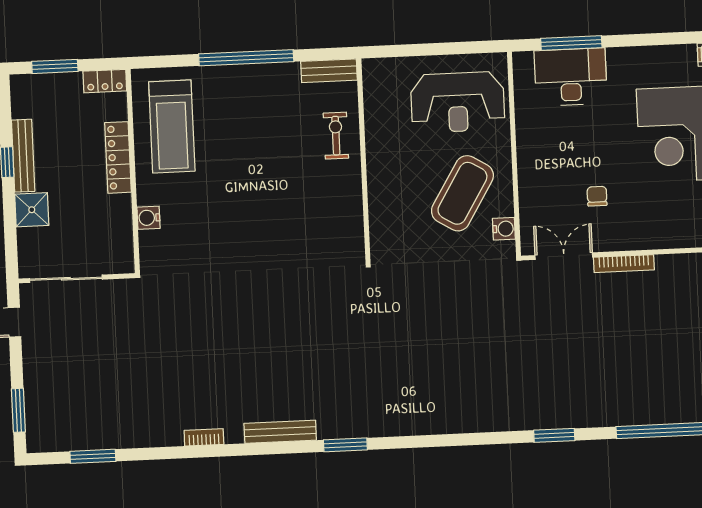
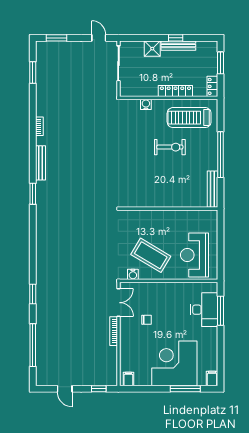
bench: (329, 71) -> (212, 189), width x1.36
exercise bike: (336, 136) -> (170, 147), moved, width x1.38, depth x1.39

